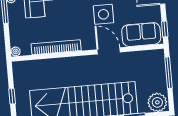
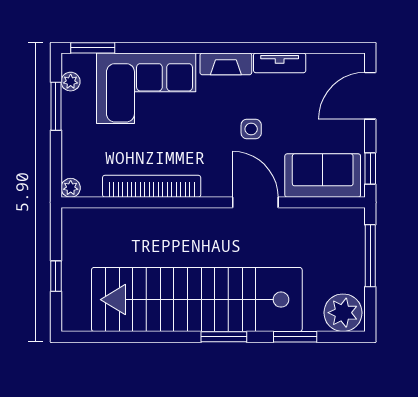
side table: (103, 14) -> (251, 129), width x0.54, depth x0.54

